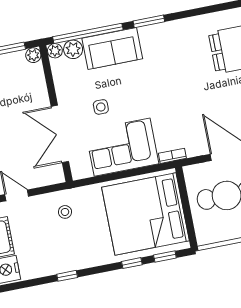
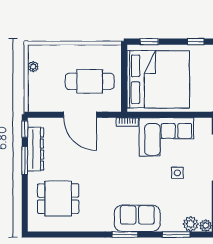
window: (88, 33) -> (176, 235), width x0.47
sofa: (112, 48) -> (137, 218), moved
window: (132, 263) -> (196, 42), moved

